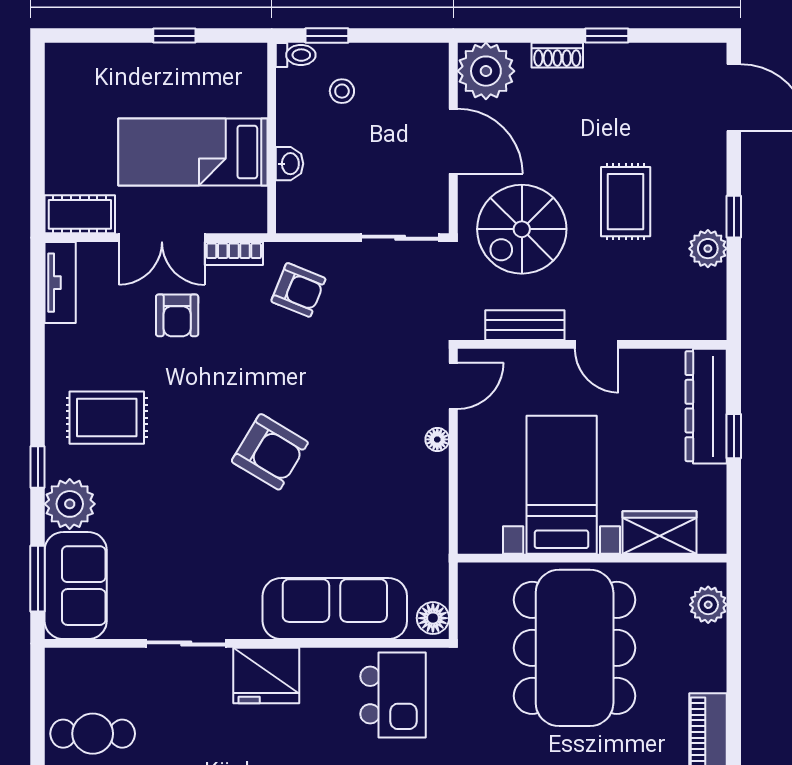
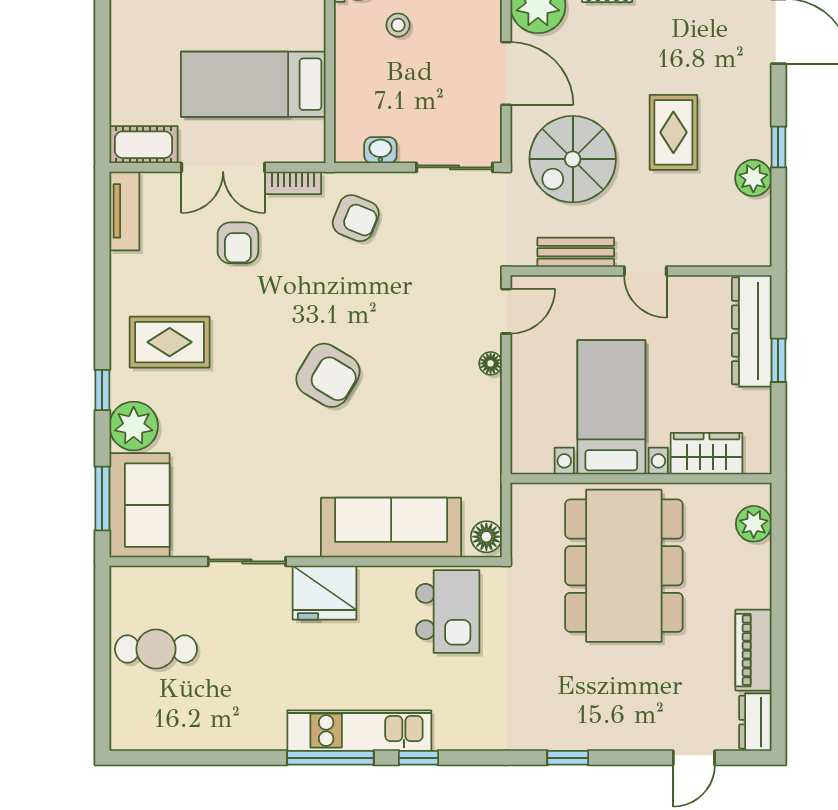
washbasin: (290, 164) -> (380, 150), moved, turned -90

